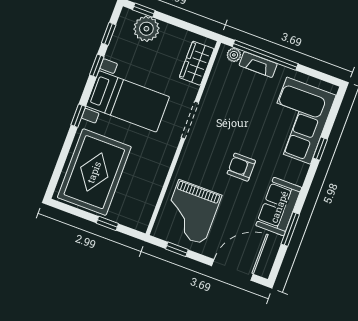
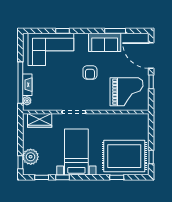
window: (78, 116) -> (117, 177), moved
window: (107, 223) -> (151, 157), moved
window: (177, 249) -> (151, 82), moved

